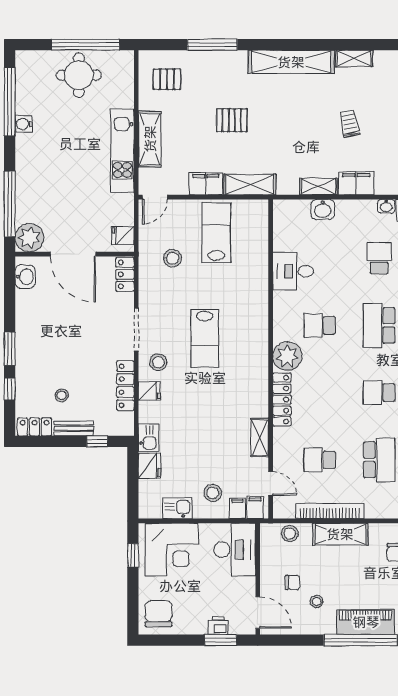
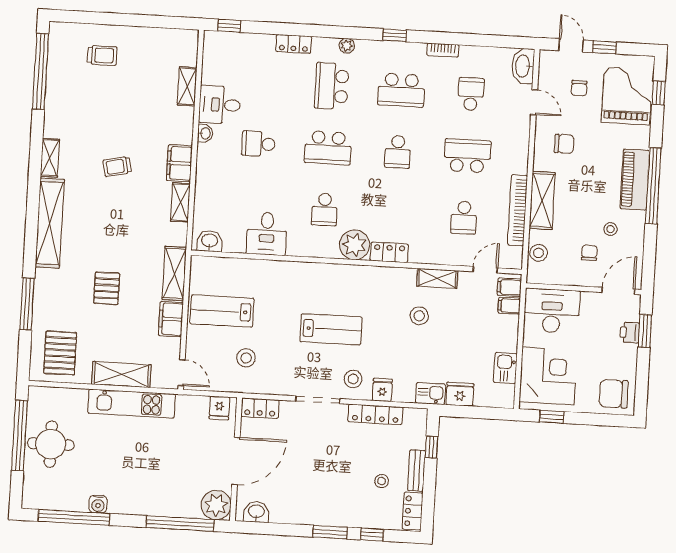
pallet: (167, 79) -> (60, 353), width x1.50, depth x1.42
washbasin: (323, 209) -> (210, 241), moved, turned -90
locker: (282, 400) -> (389, 252), width x0.66
stool: (213, 493) -> (419, 316), moved

